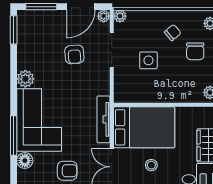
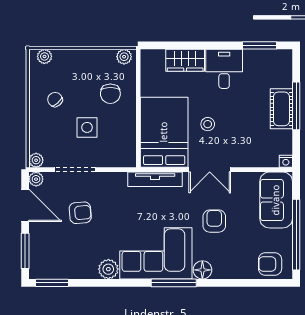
chair: (195, 51) -> (110, 94), moved, turned 90

